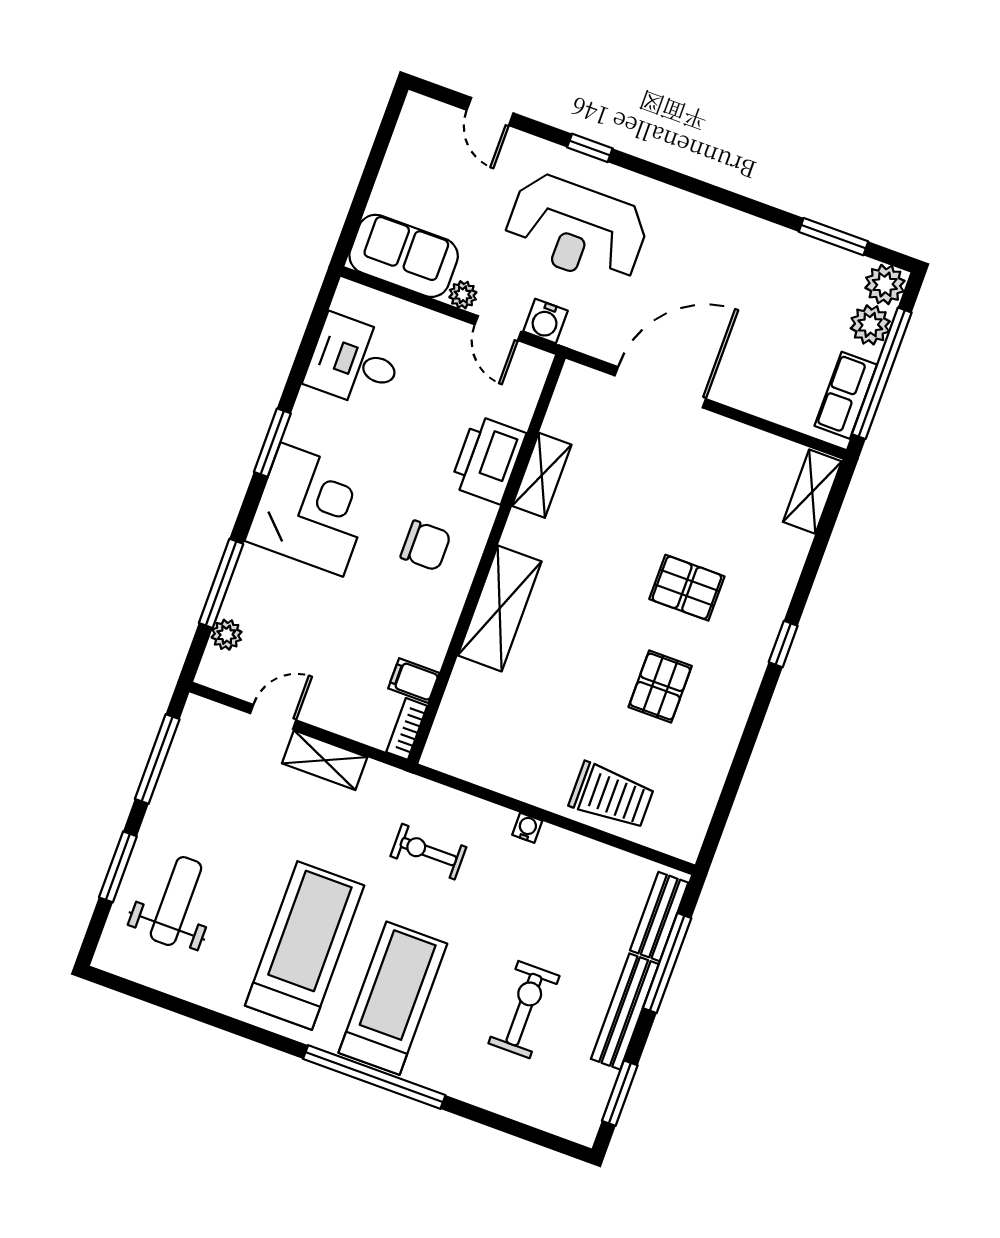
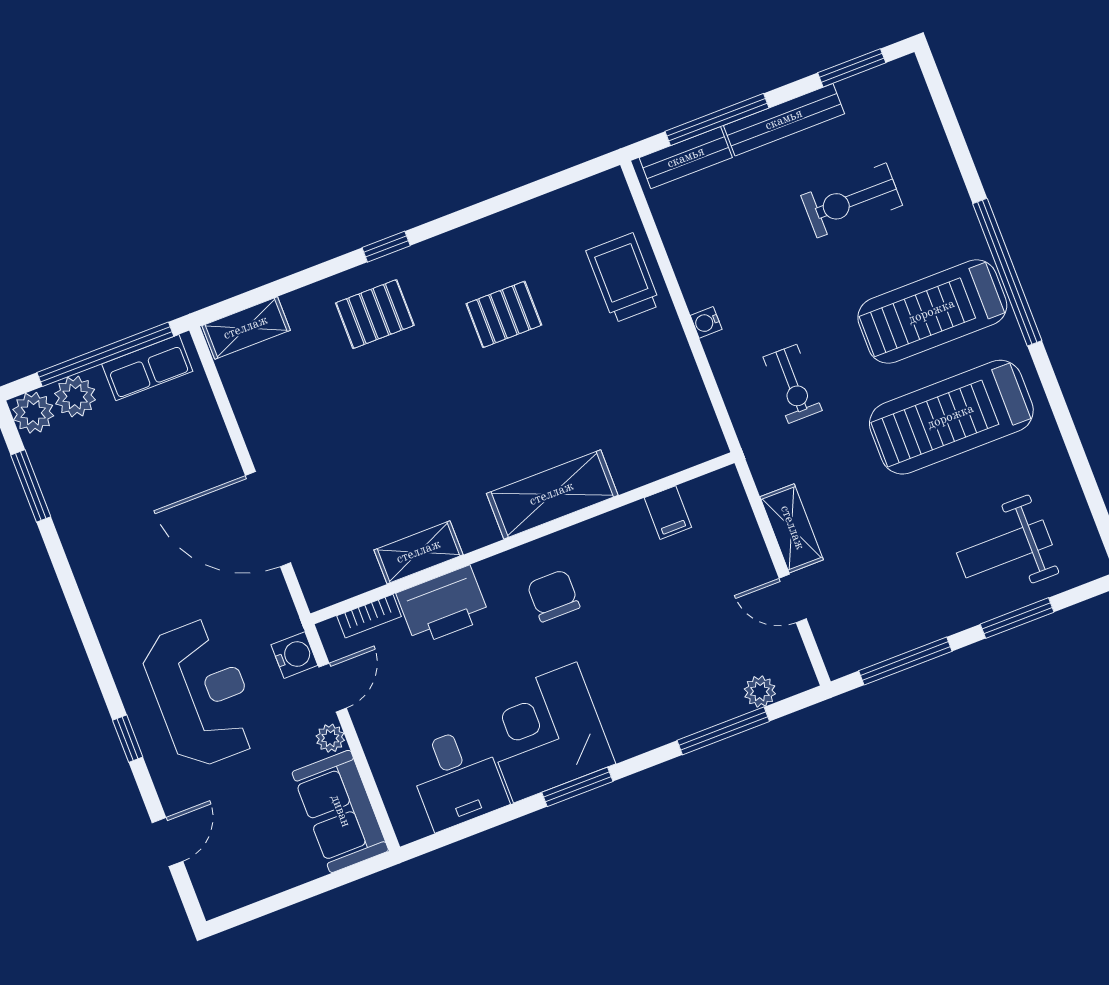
corner desk: (312, 510) -> (545, 732), moved
pallet: (687, 588) -> (375, 314), moved, turned 90
bookcase: (407, 729) -> (369, 616), moved

